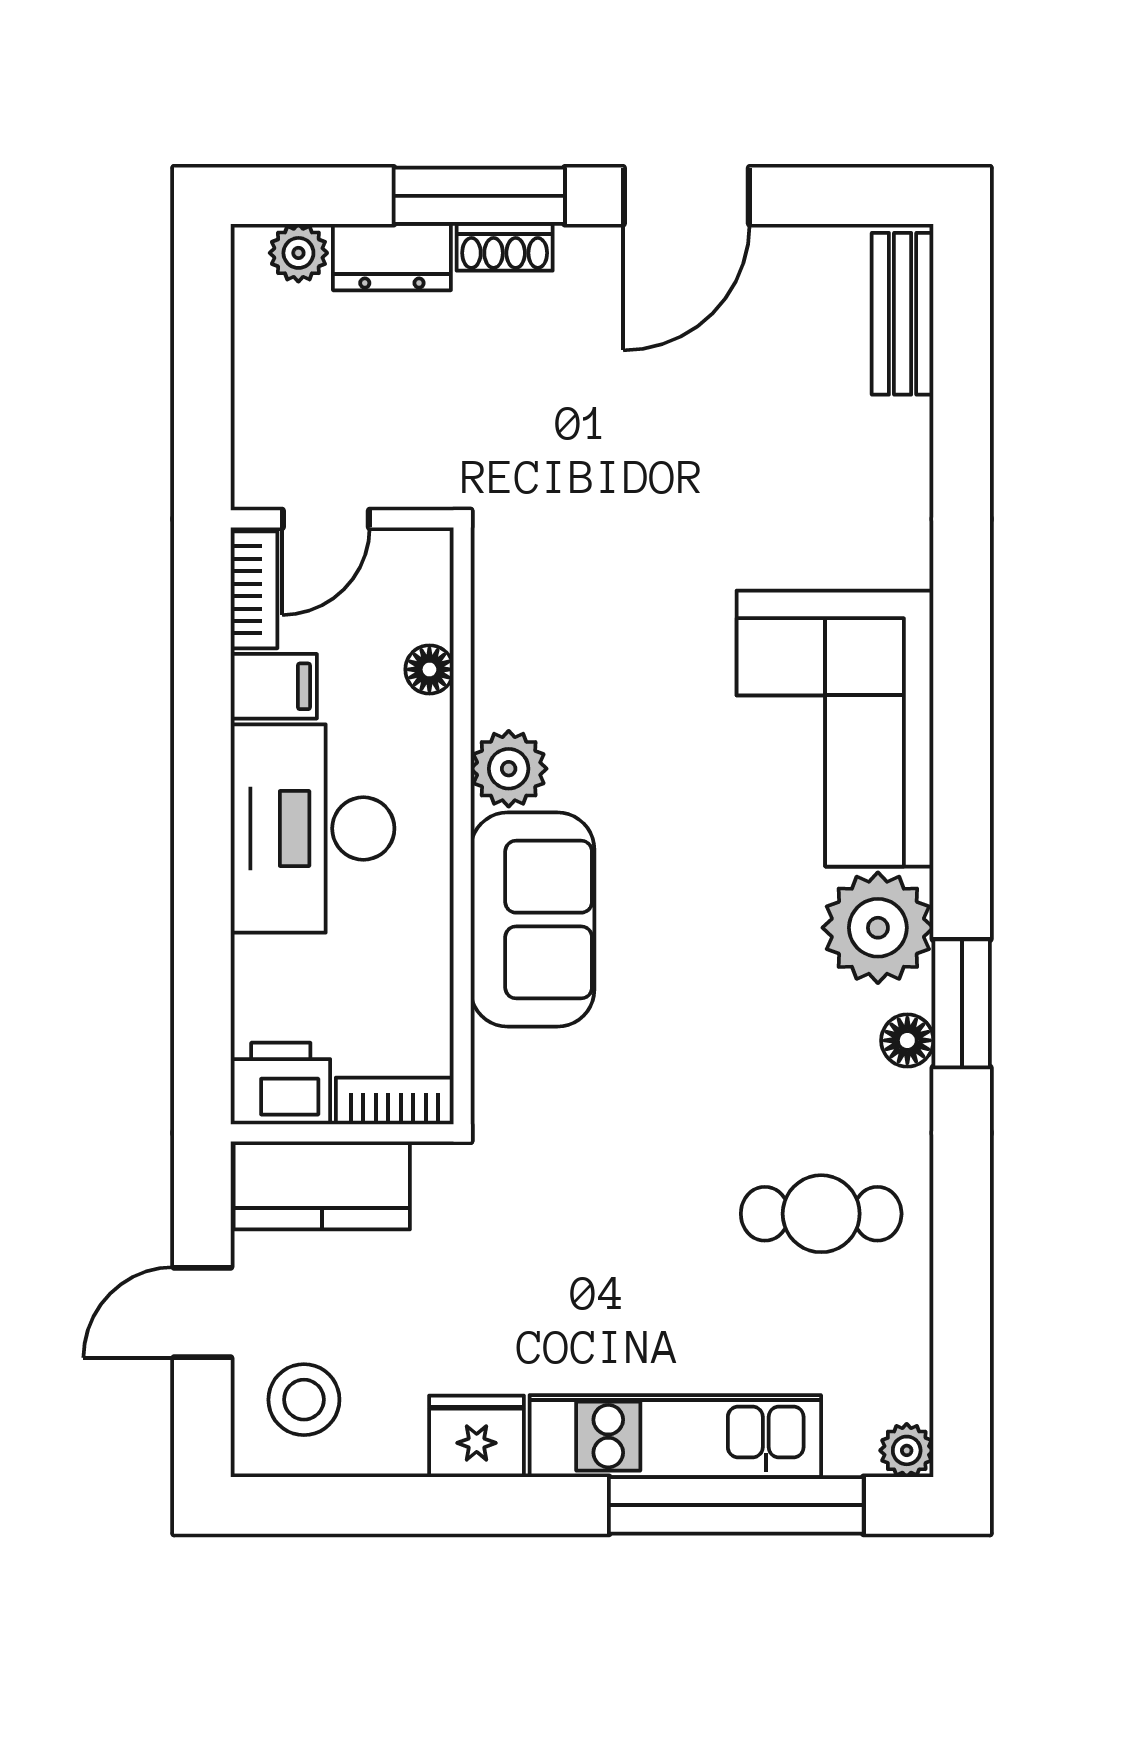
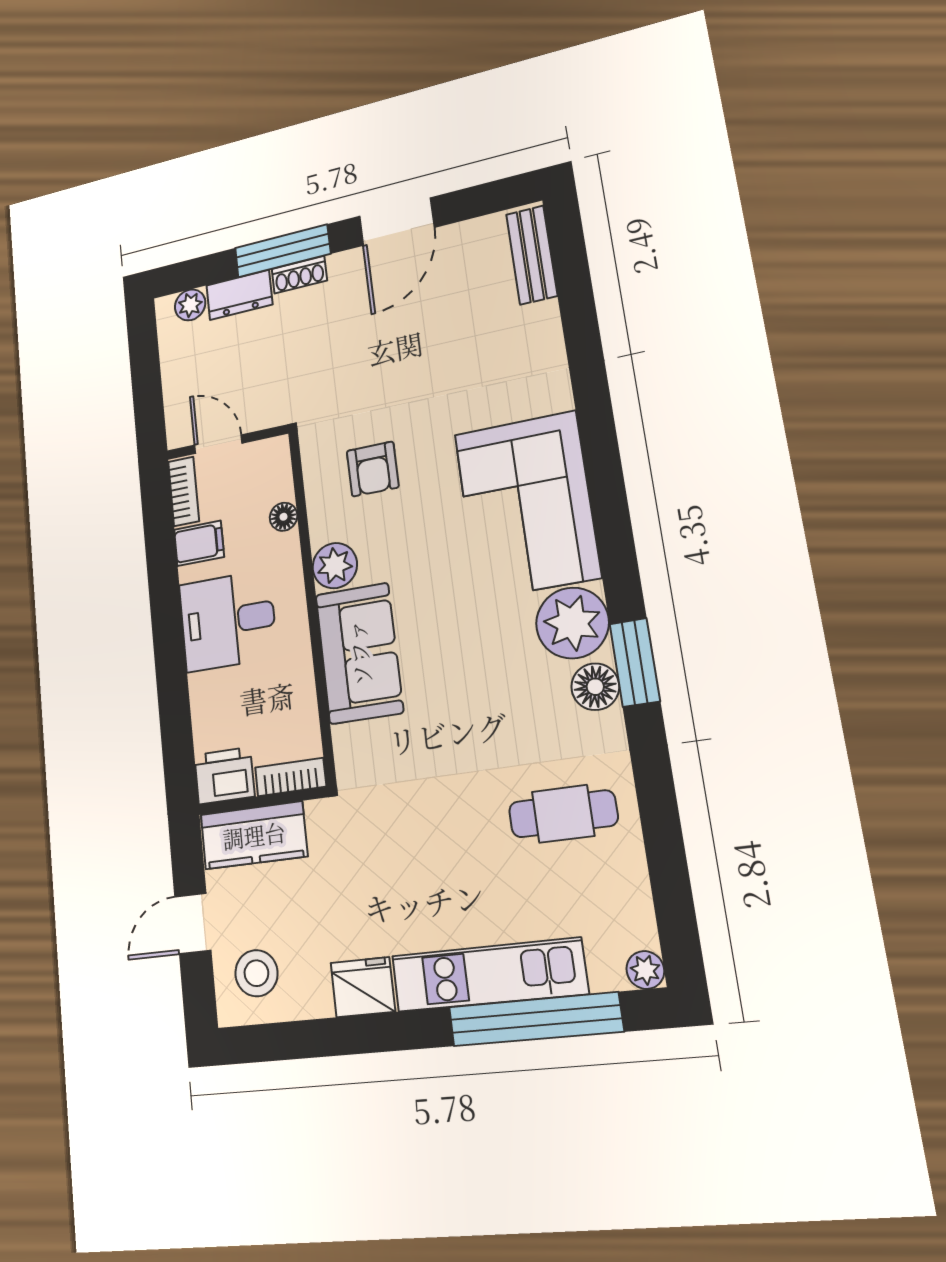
door: (326, 519) -> (218, 444), swing flipped
armchair: (592, 619) -> (373, 469), added
desk: (313, 828) -> (228, 621), width x0.73
floor lamp: (907, 1040) -> (595, 687), width x1.37, depth x1.37

